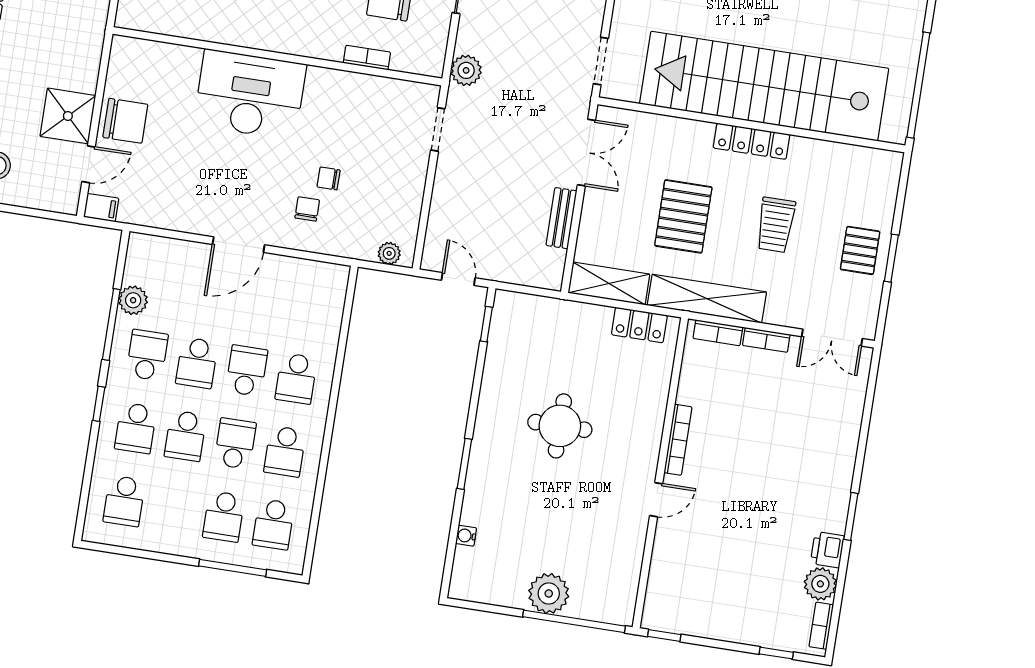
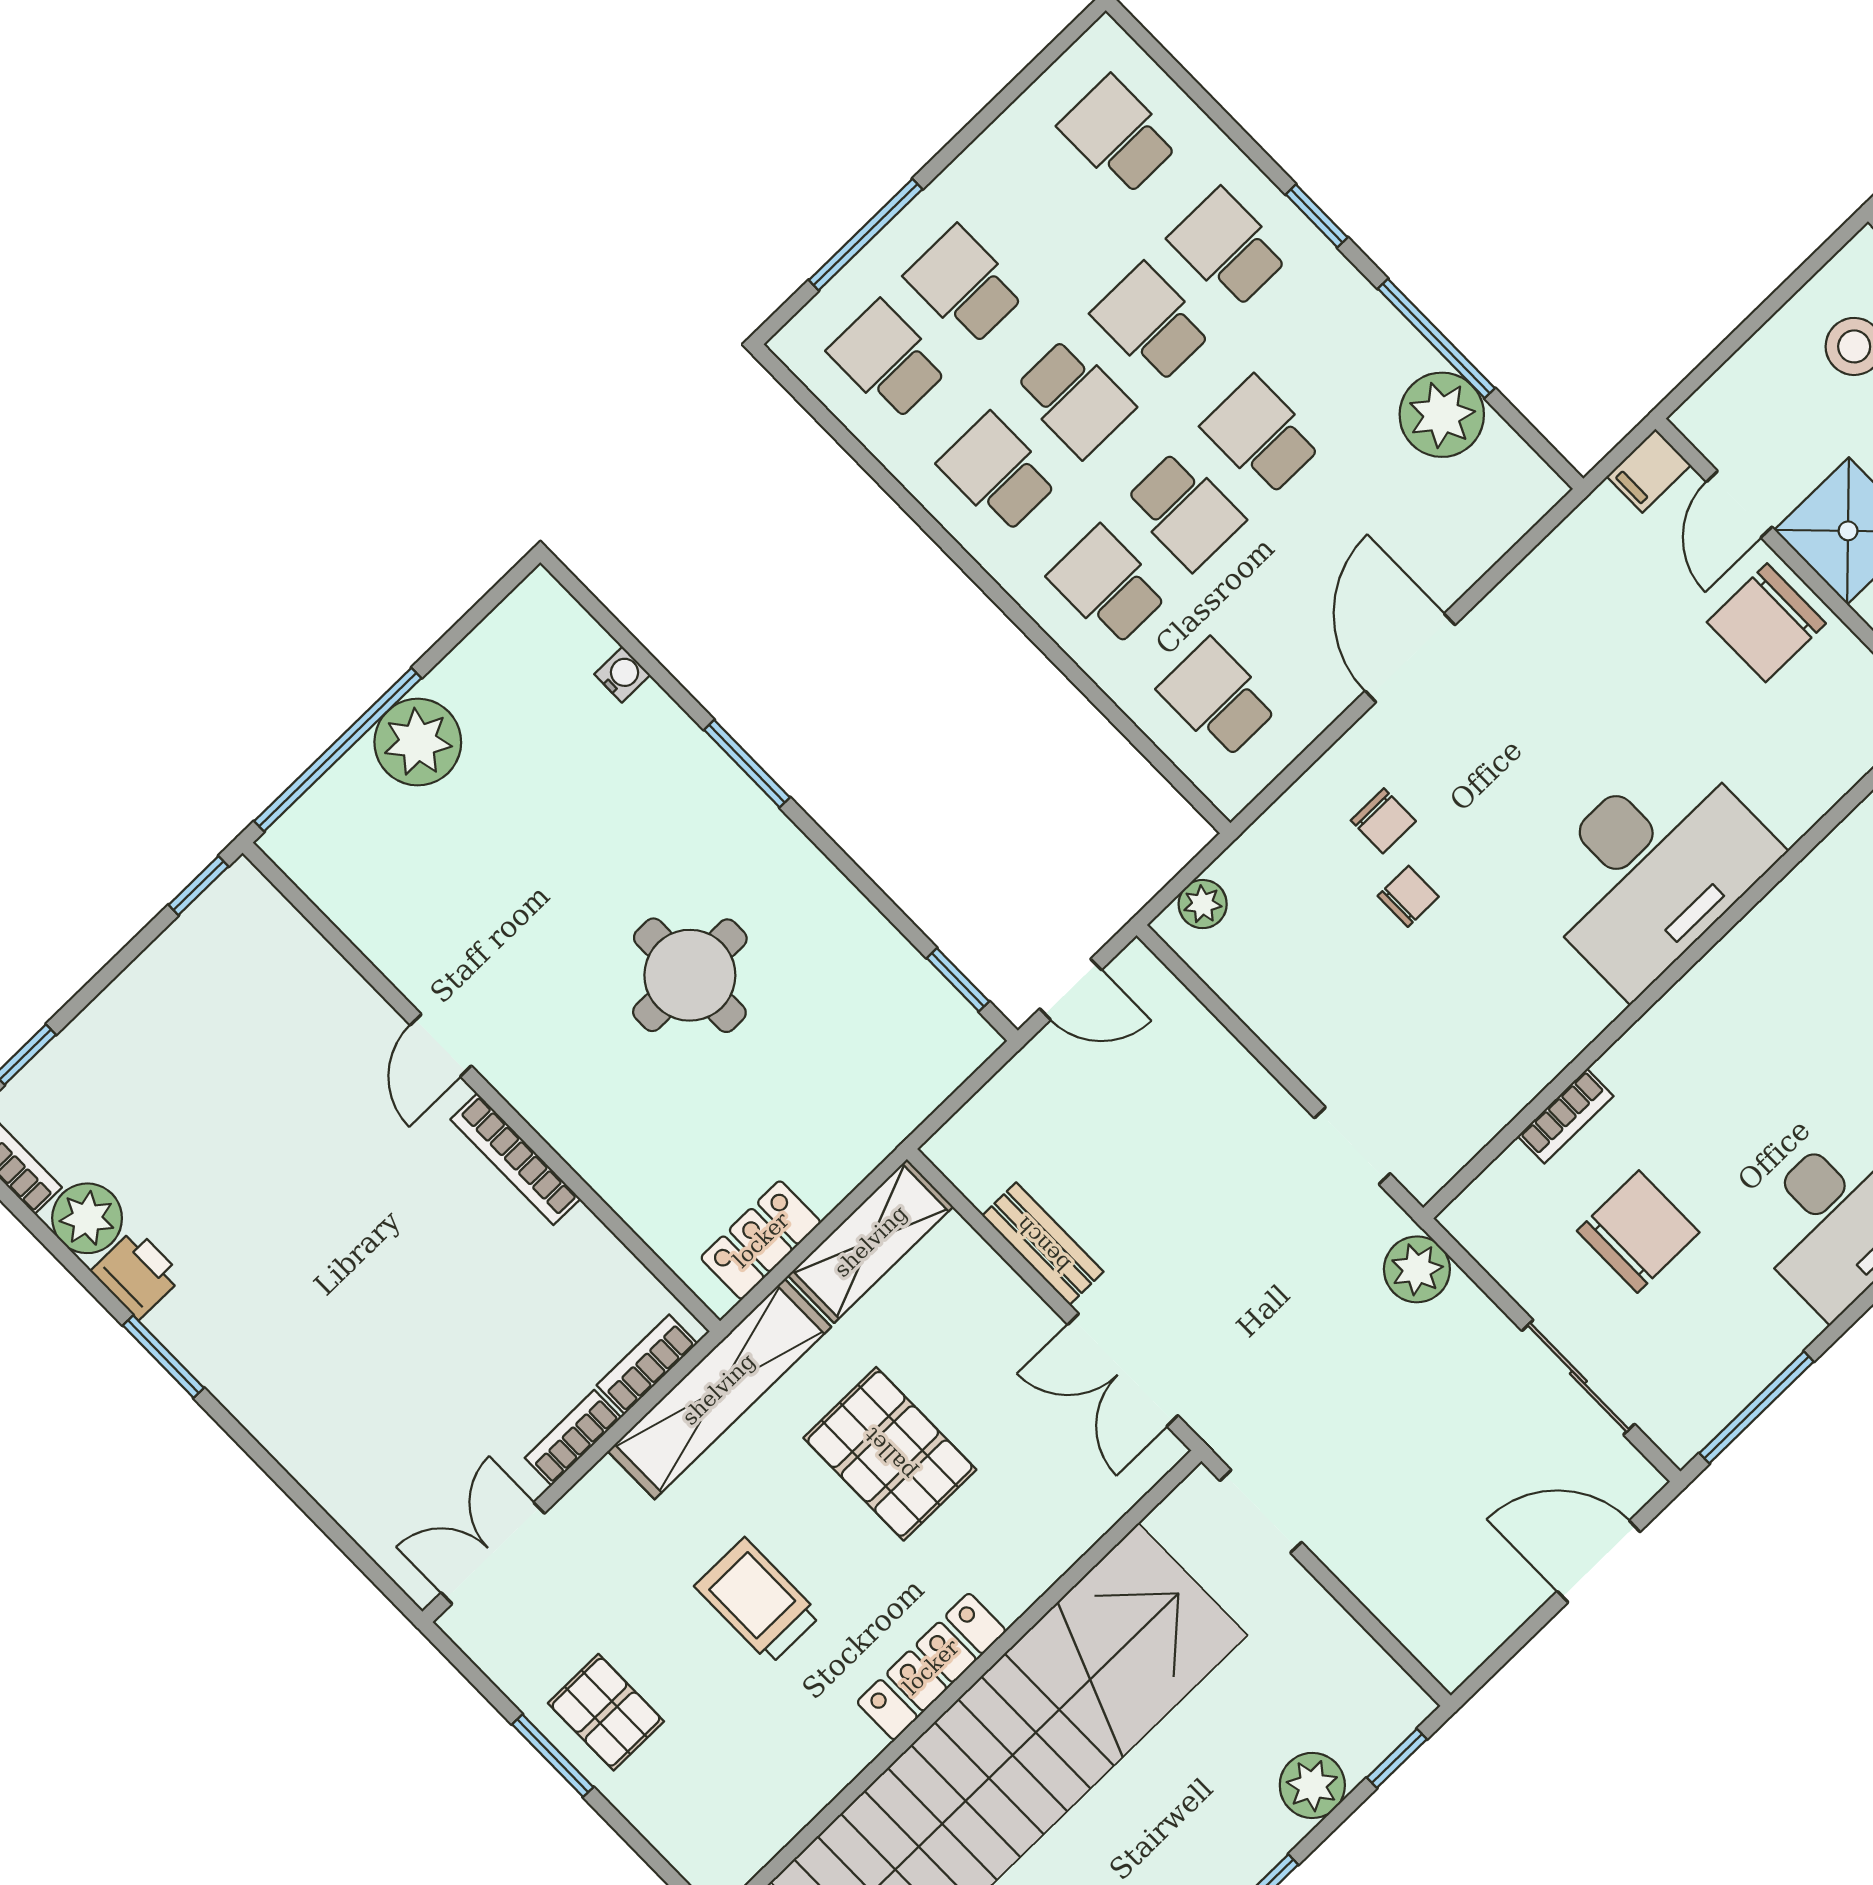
plant: (133, 300) -> (1442, 415), width x1.36, depth x1.36
school desk: (147, 355) -> (1218, 698), moved, turned 180

